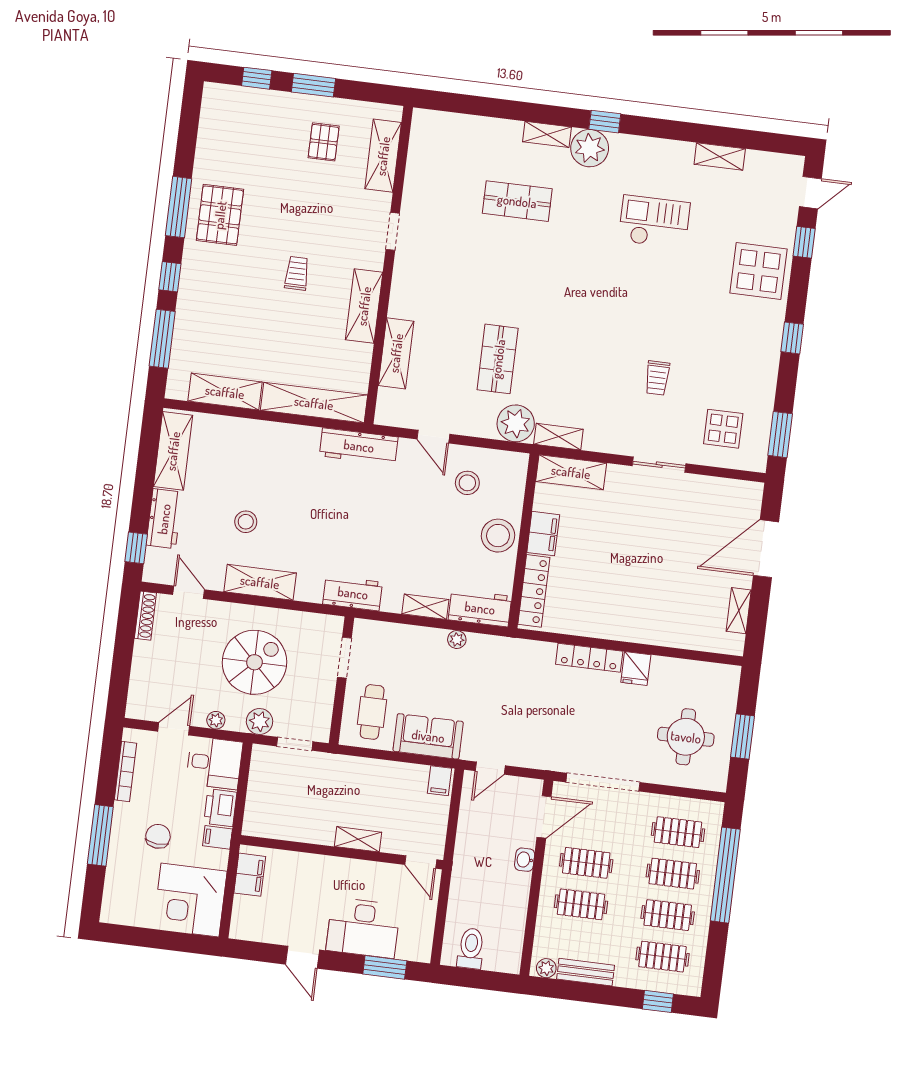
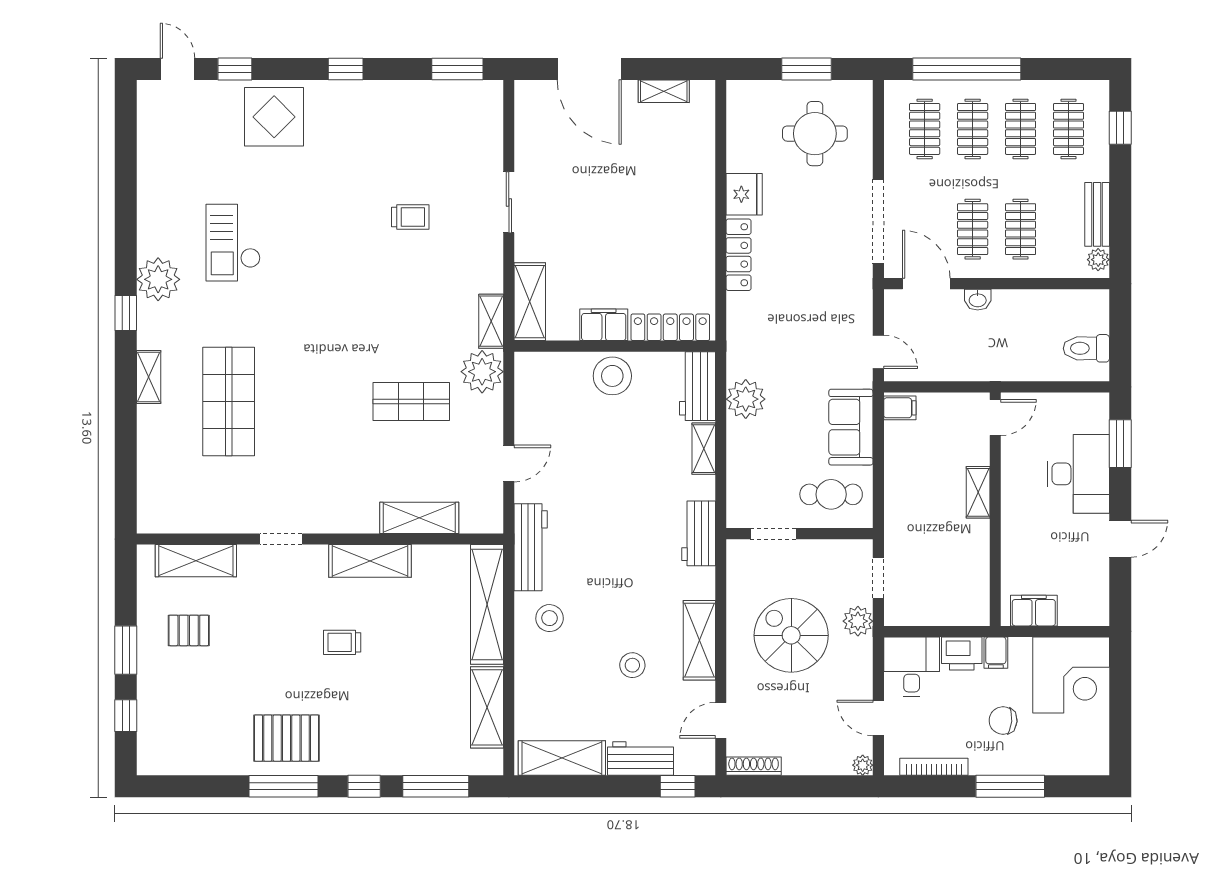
plant: (590, 148) -> (158, 279), moved
shelving: (720, 156) -> (149, 177), removed
shop shelf: (517, 201) -> (229, 402), width x1.43, depth x1.36
display table: (723, 429) -> (459, 135), removed
stool: (467, 483) -> (550, 618), moved
plant: (457, 640) -> (746, 399), width x1.88, depth x1.88
fridge: (636, 669) -> (744, 194), width x1.38
plant: (216, 720) -> (863, 765), moved

